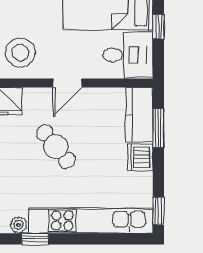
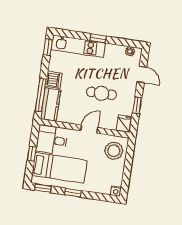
window: (158, 128) -> (41, 95), width x1.44
cafe table: (56, 147) -> (101, 93), turned -51
kitchen unit: (91, 220) -> (78, 46), width x0.73
window: (35, 239) -> (98, 38), moved

